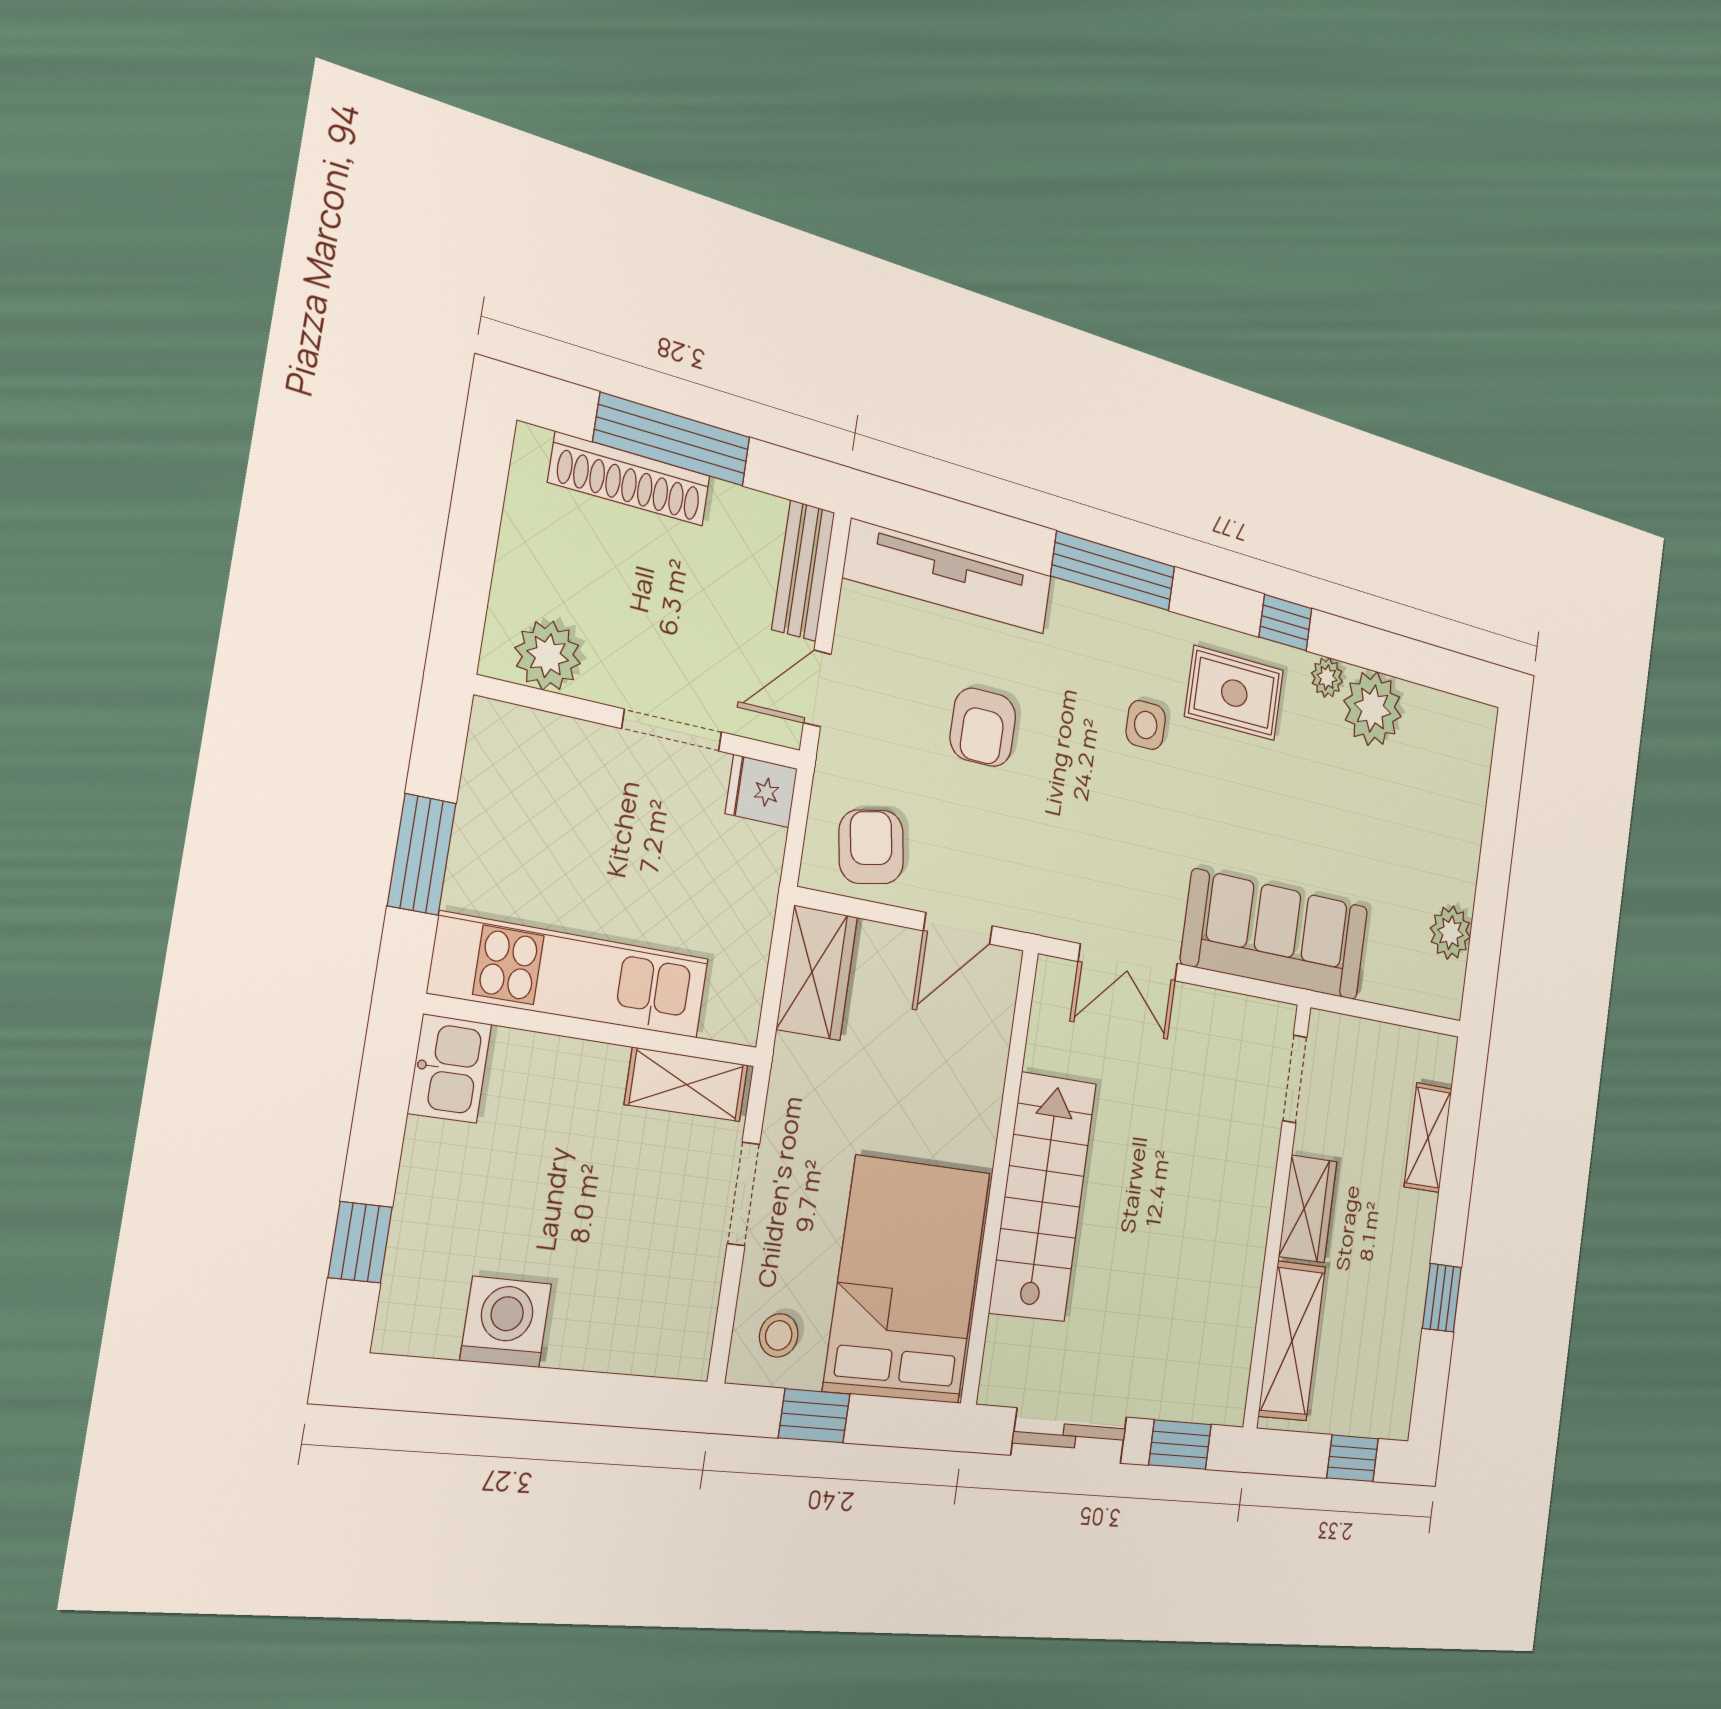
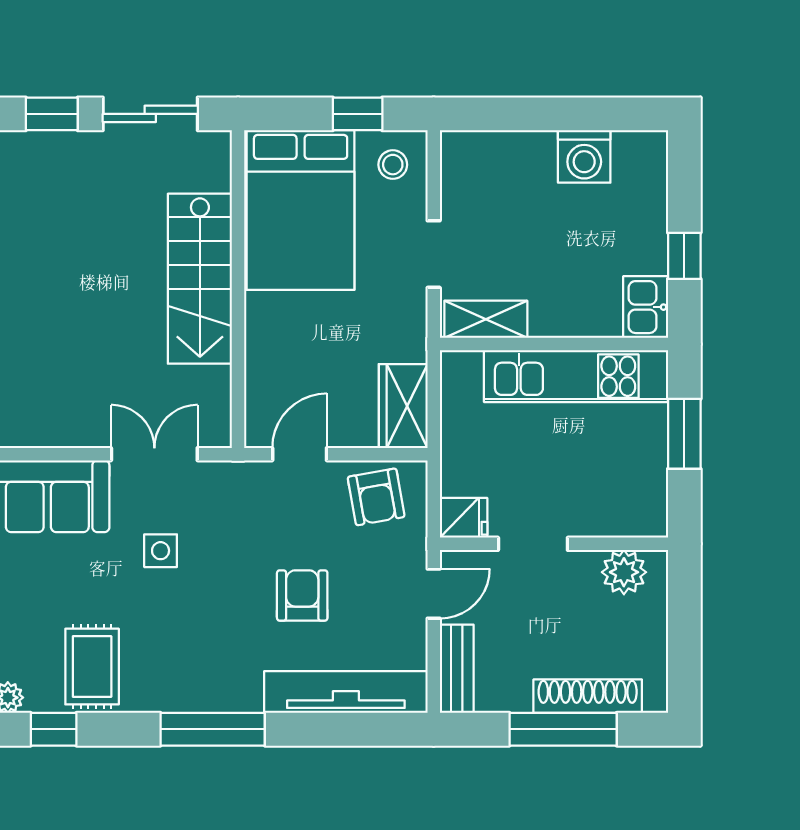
rug: (1234, 693) -> (92, 667), turned 90
side table: (1146, 725) -> (161, 551), moved
window: (360, 1242) -> (684, 256), moved

